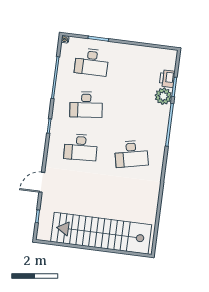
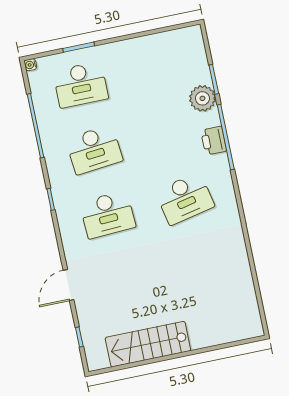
printer: (167, 79) -> (214, 141), moved
stairs: (101, 233) -> (148, 344), width x0.54, depth x0.66

